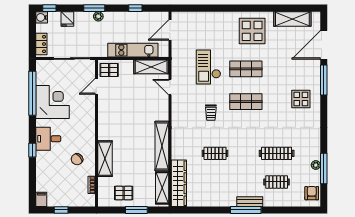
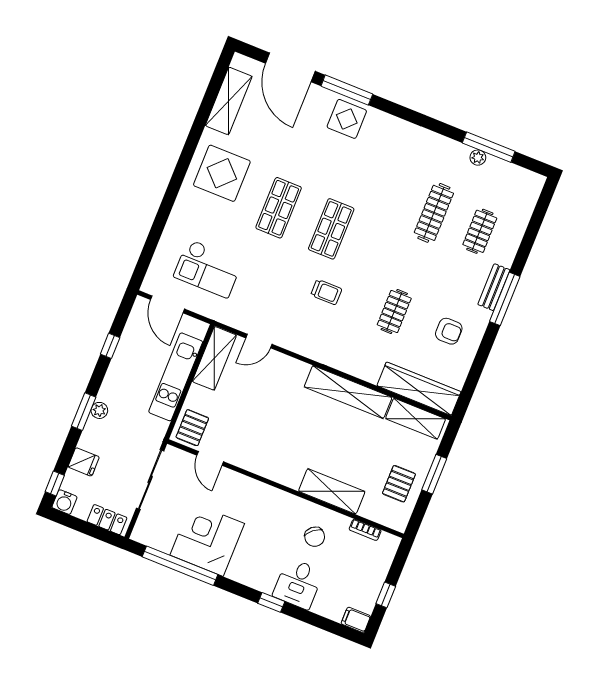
checkout: (208, 67) -> (208, 269), moved
display table: (301, 99) -> (347, 119), moved
desk: (48, 139) -> (298, 584), moved
armchair: (312, 193) -> (449, 331), moved, turned 180

